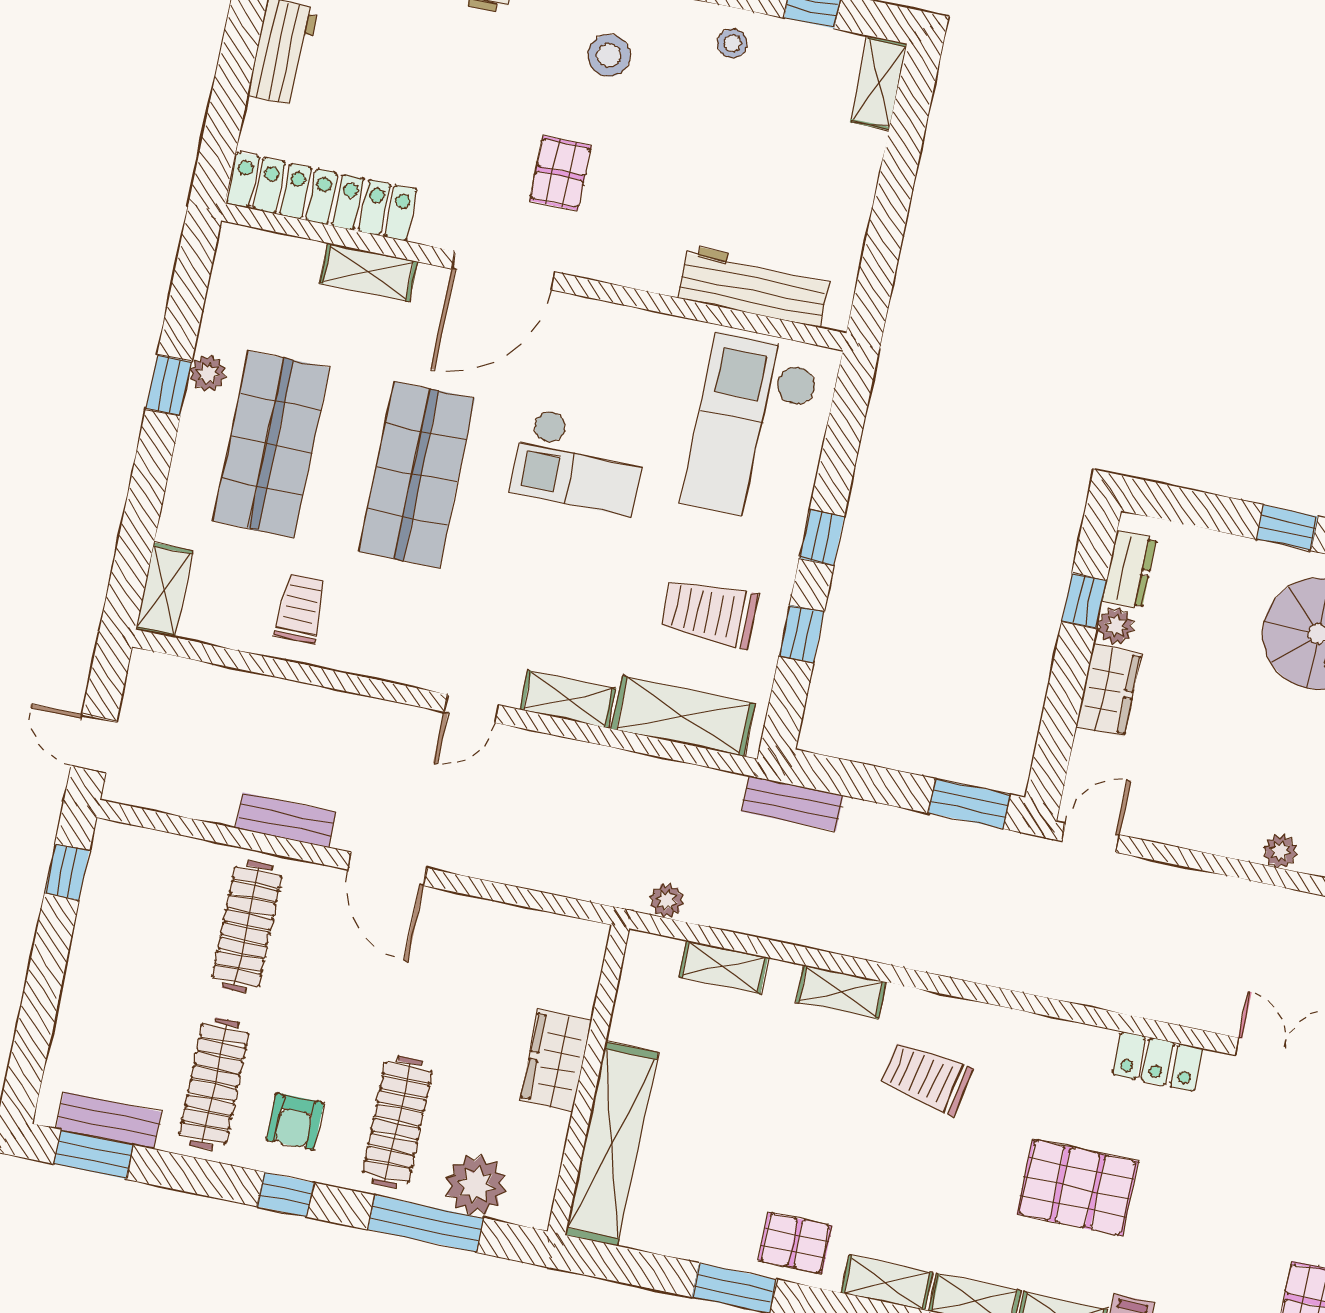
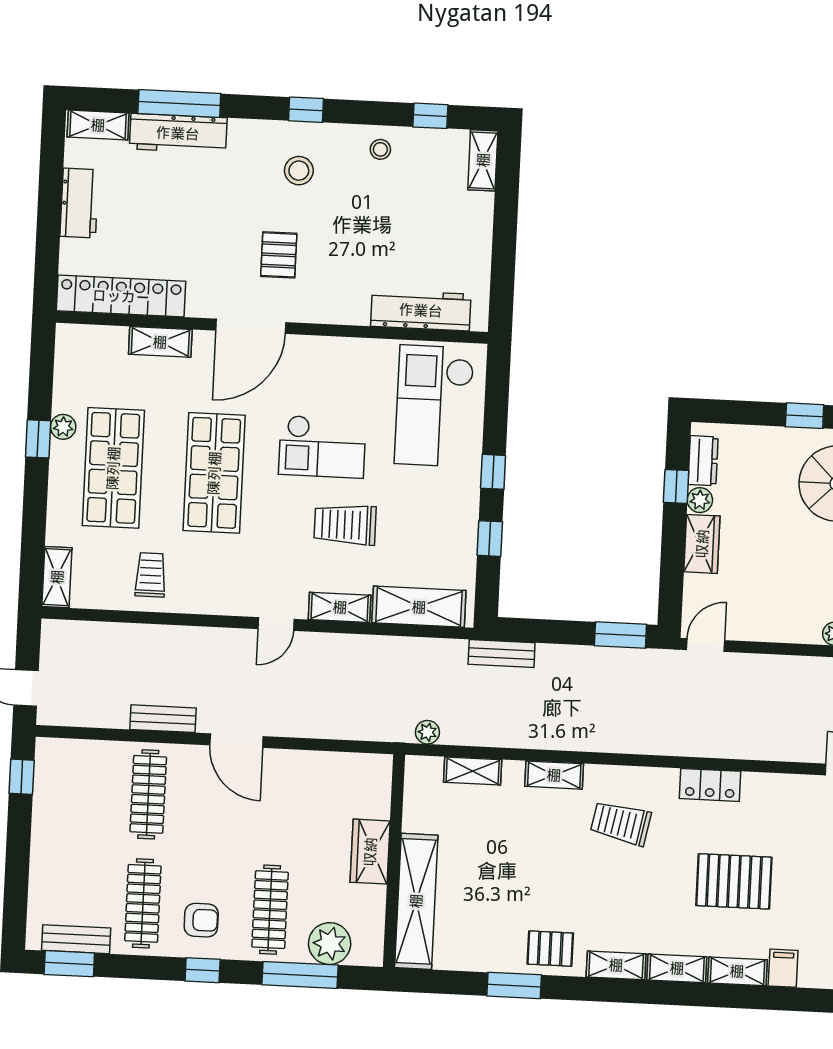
trolley: (709, 613) -> (345, 525), moved
locker: (1157, 1061) -> (710, 785), moved
armchair: (295, 1121) -> (201, 920), turned -90

